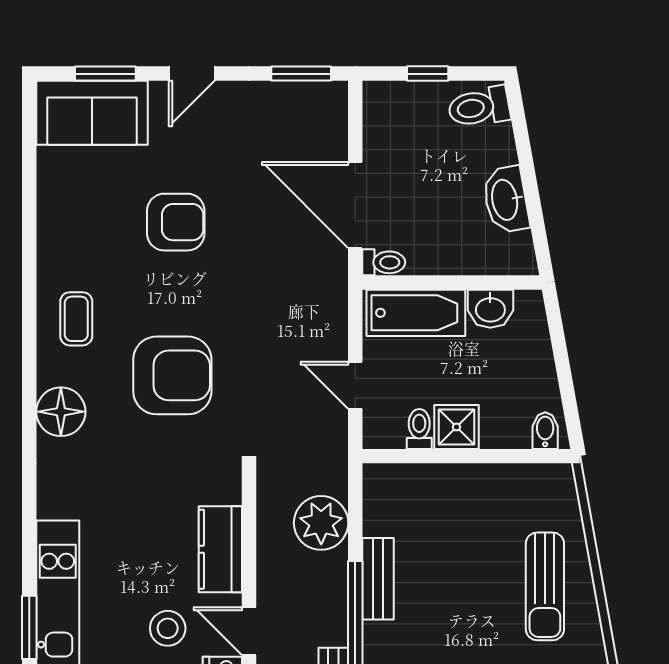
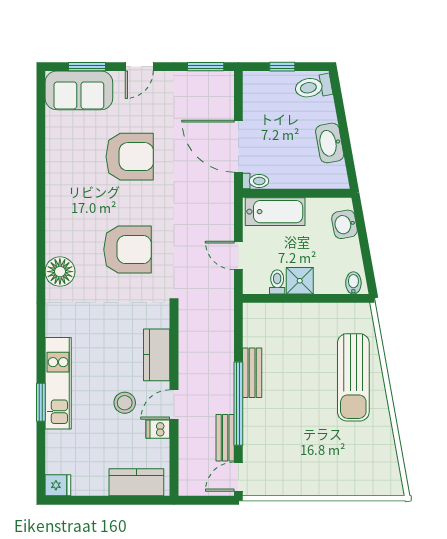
armchair: (176, 222) -> (130, 157), width x1.36, depth x1.36
washbasin: (490, 309) -> (344, 224), moved, turned 80
coffee table: (76, 319) -> (69, 215), removed
plant: (321, 523) -> (218, 339), removed
sun lounger: (545, 586) -> (353, 377), width x1.36, depth x1.34
door: (249, 631) -> (174, 404), hinge flipped

